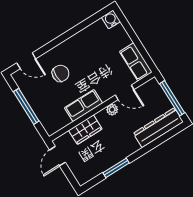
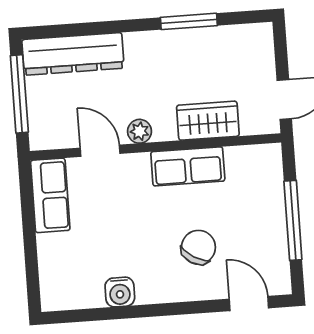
water cooler: (111, 19) -> (120, 292), moved
chair: (61, 73) -> (198, 247), turned 121

